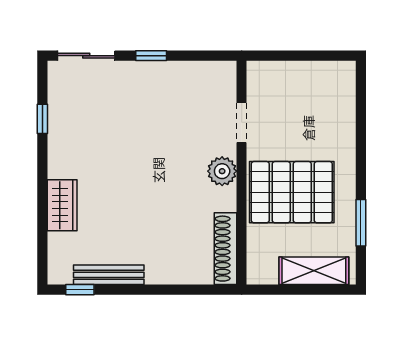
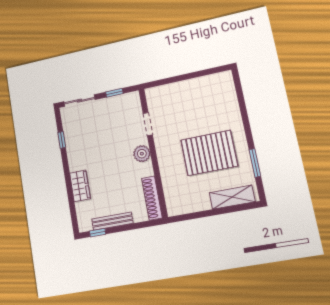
doorway: (242, 123) -> (148, 124), moved
plant: (222, 171) -> (142, 154), moved
wall: (242, 173) -> (153, 152), moved
shoe rack: (225, 249) -> (152, 198), moved

